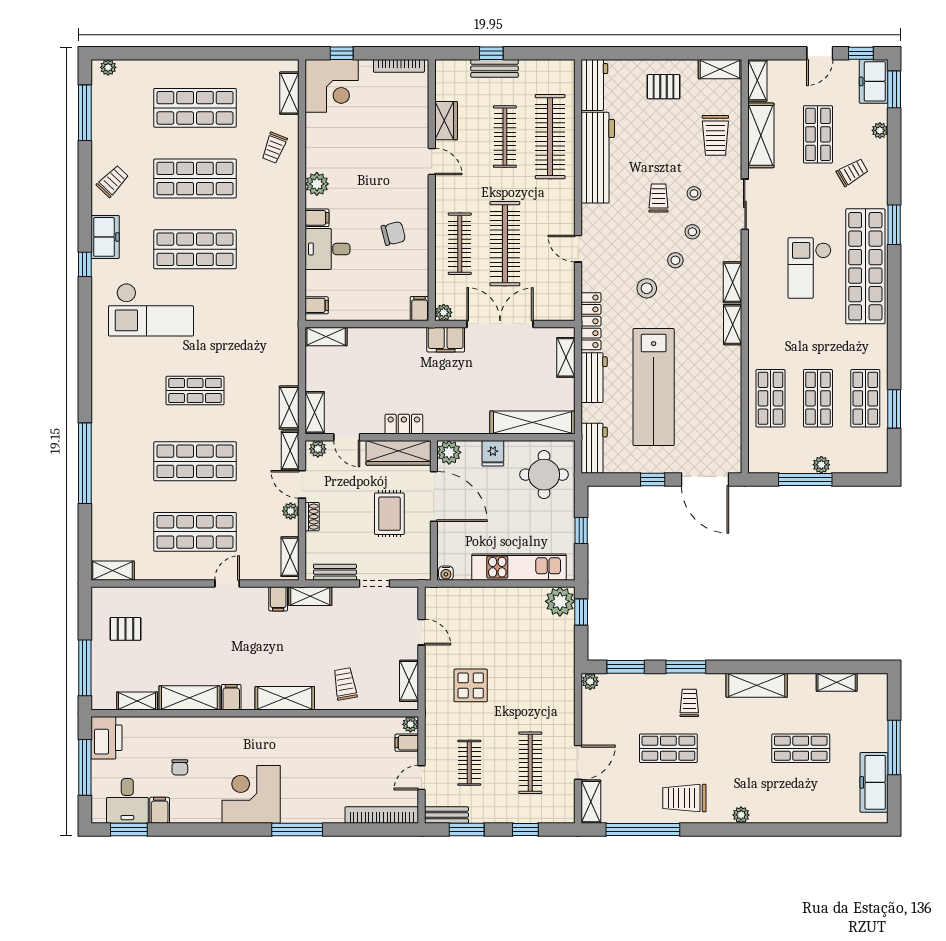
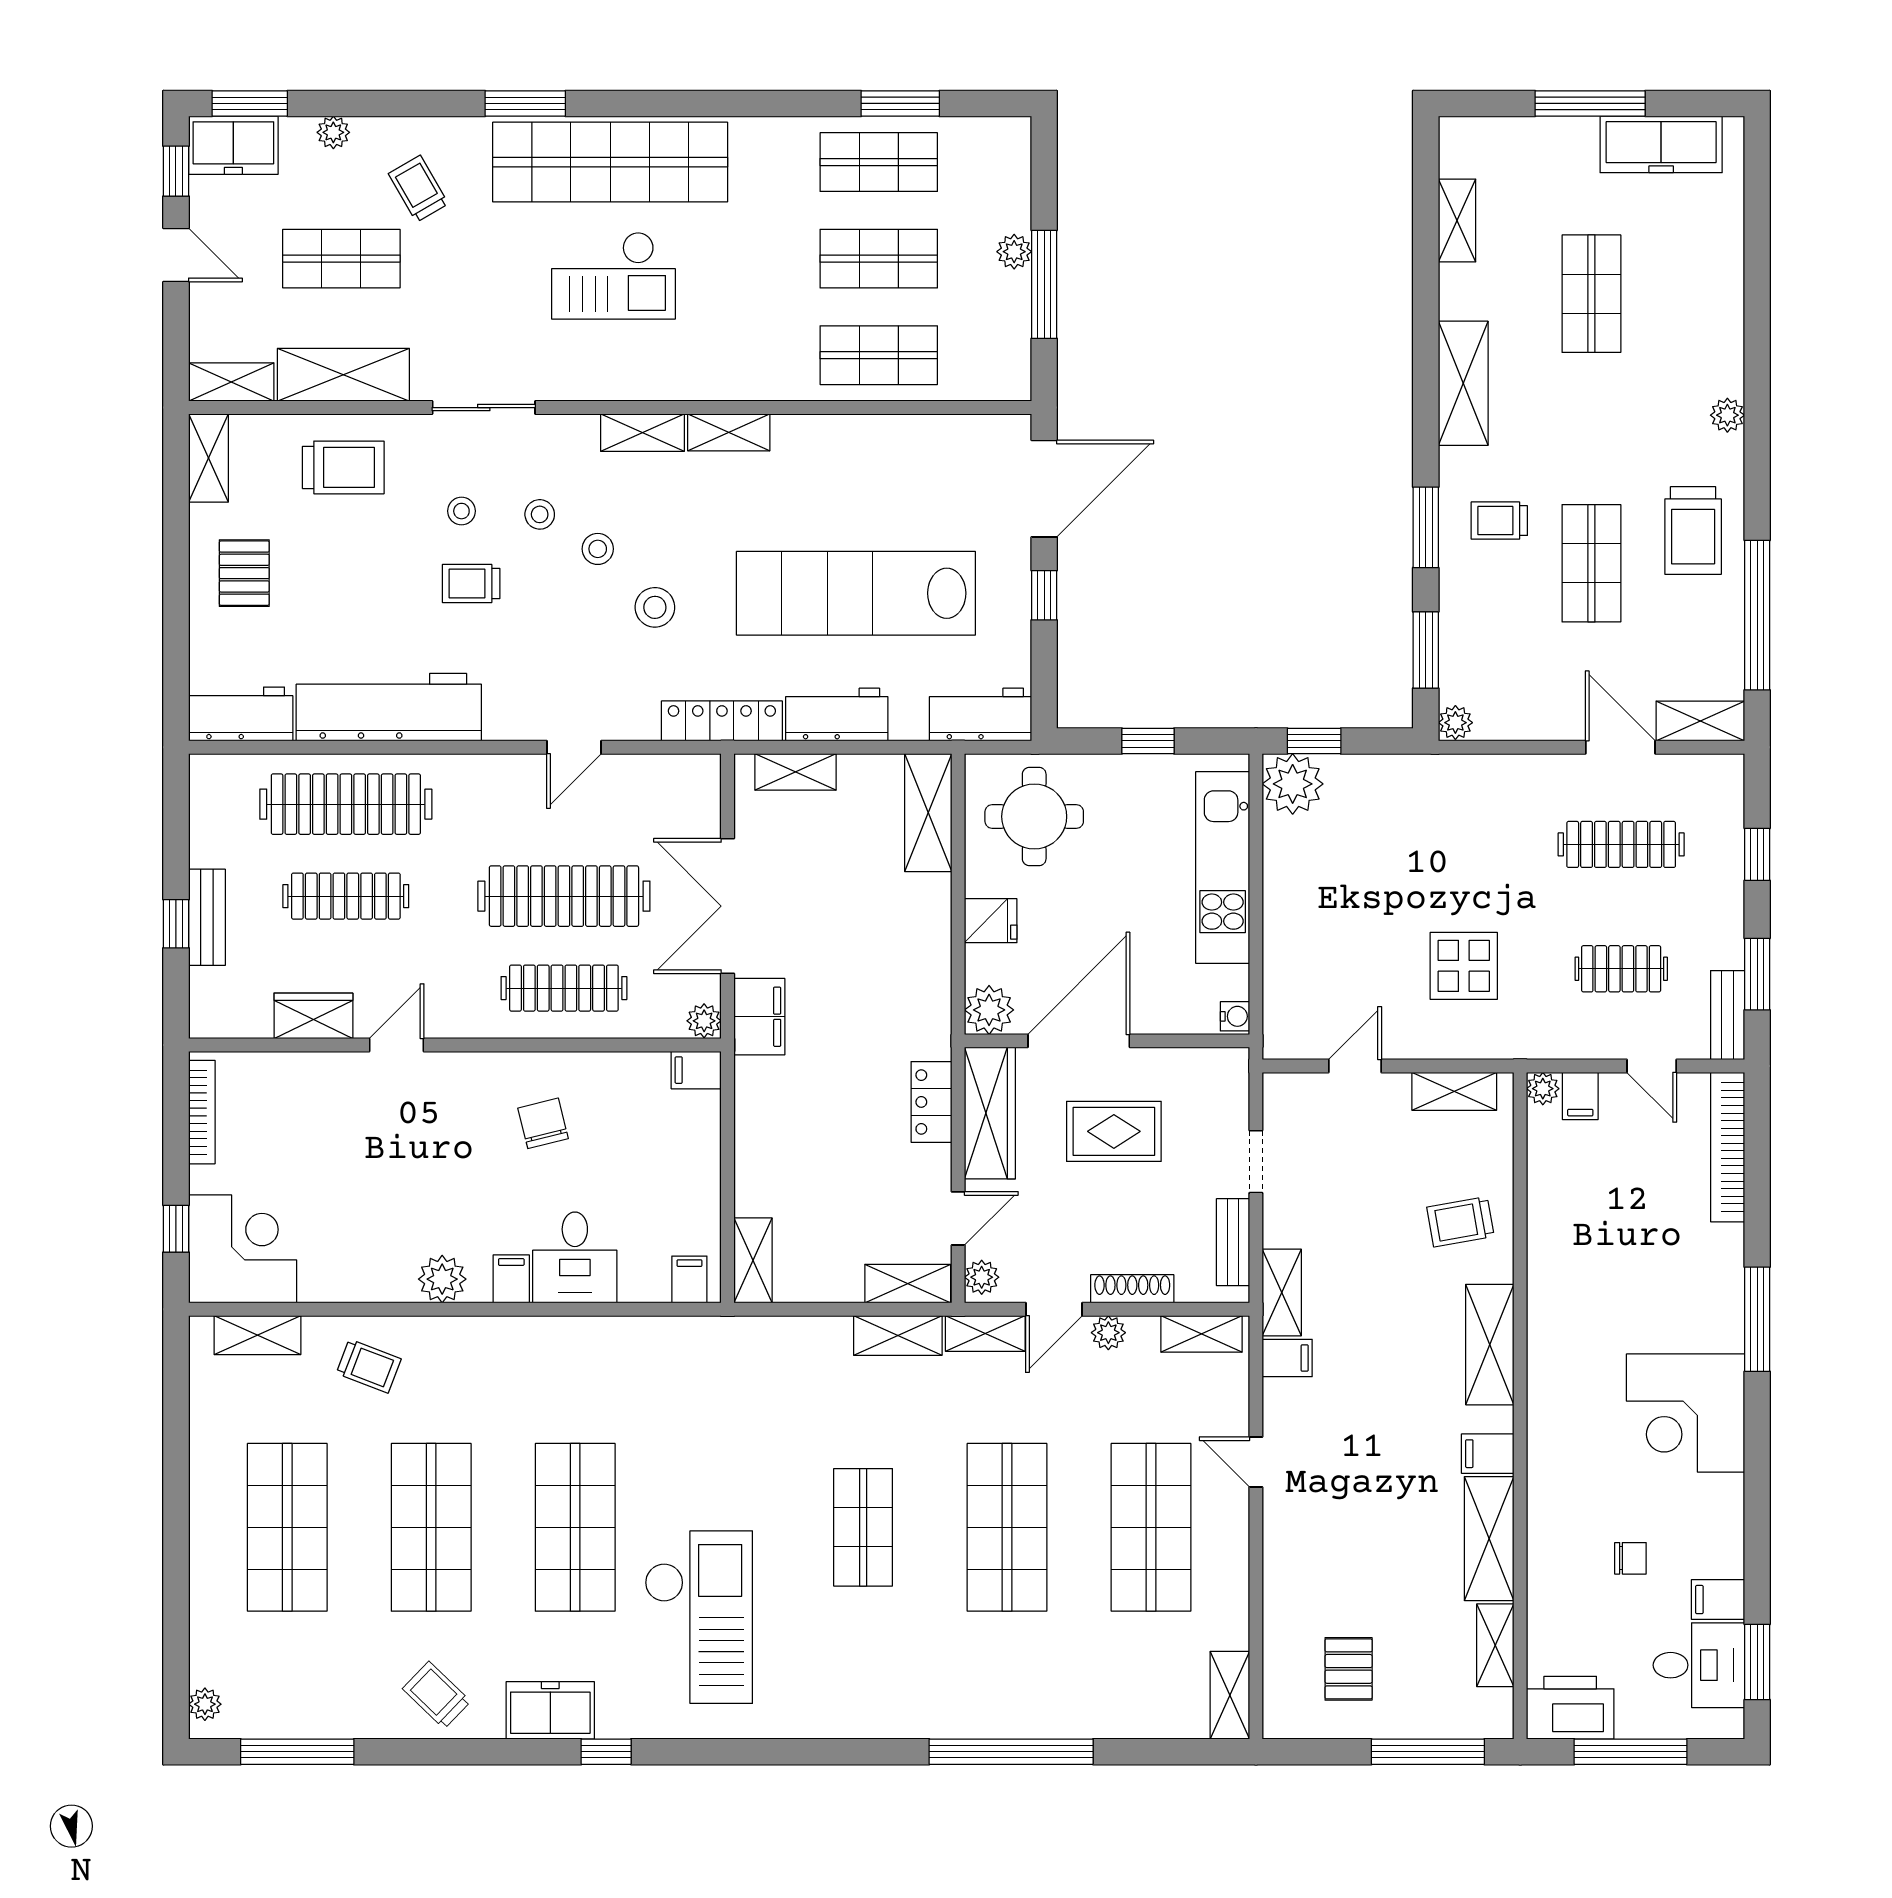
lab bench: (654, 387) -> (856, 593), turned 180
shelving: (532, 423) -> (928, 813), width x0.68
shoe rack: (312, 517) -> (1132, 1289), width x1.43

